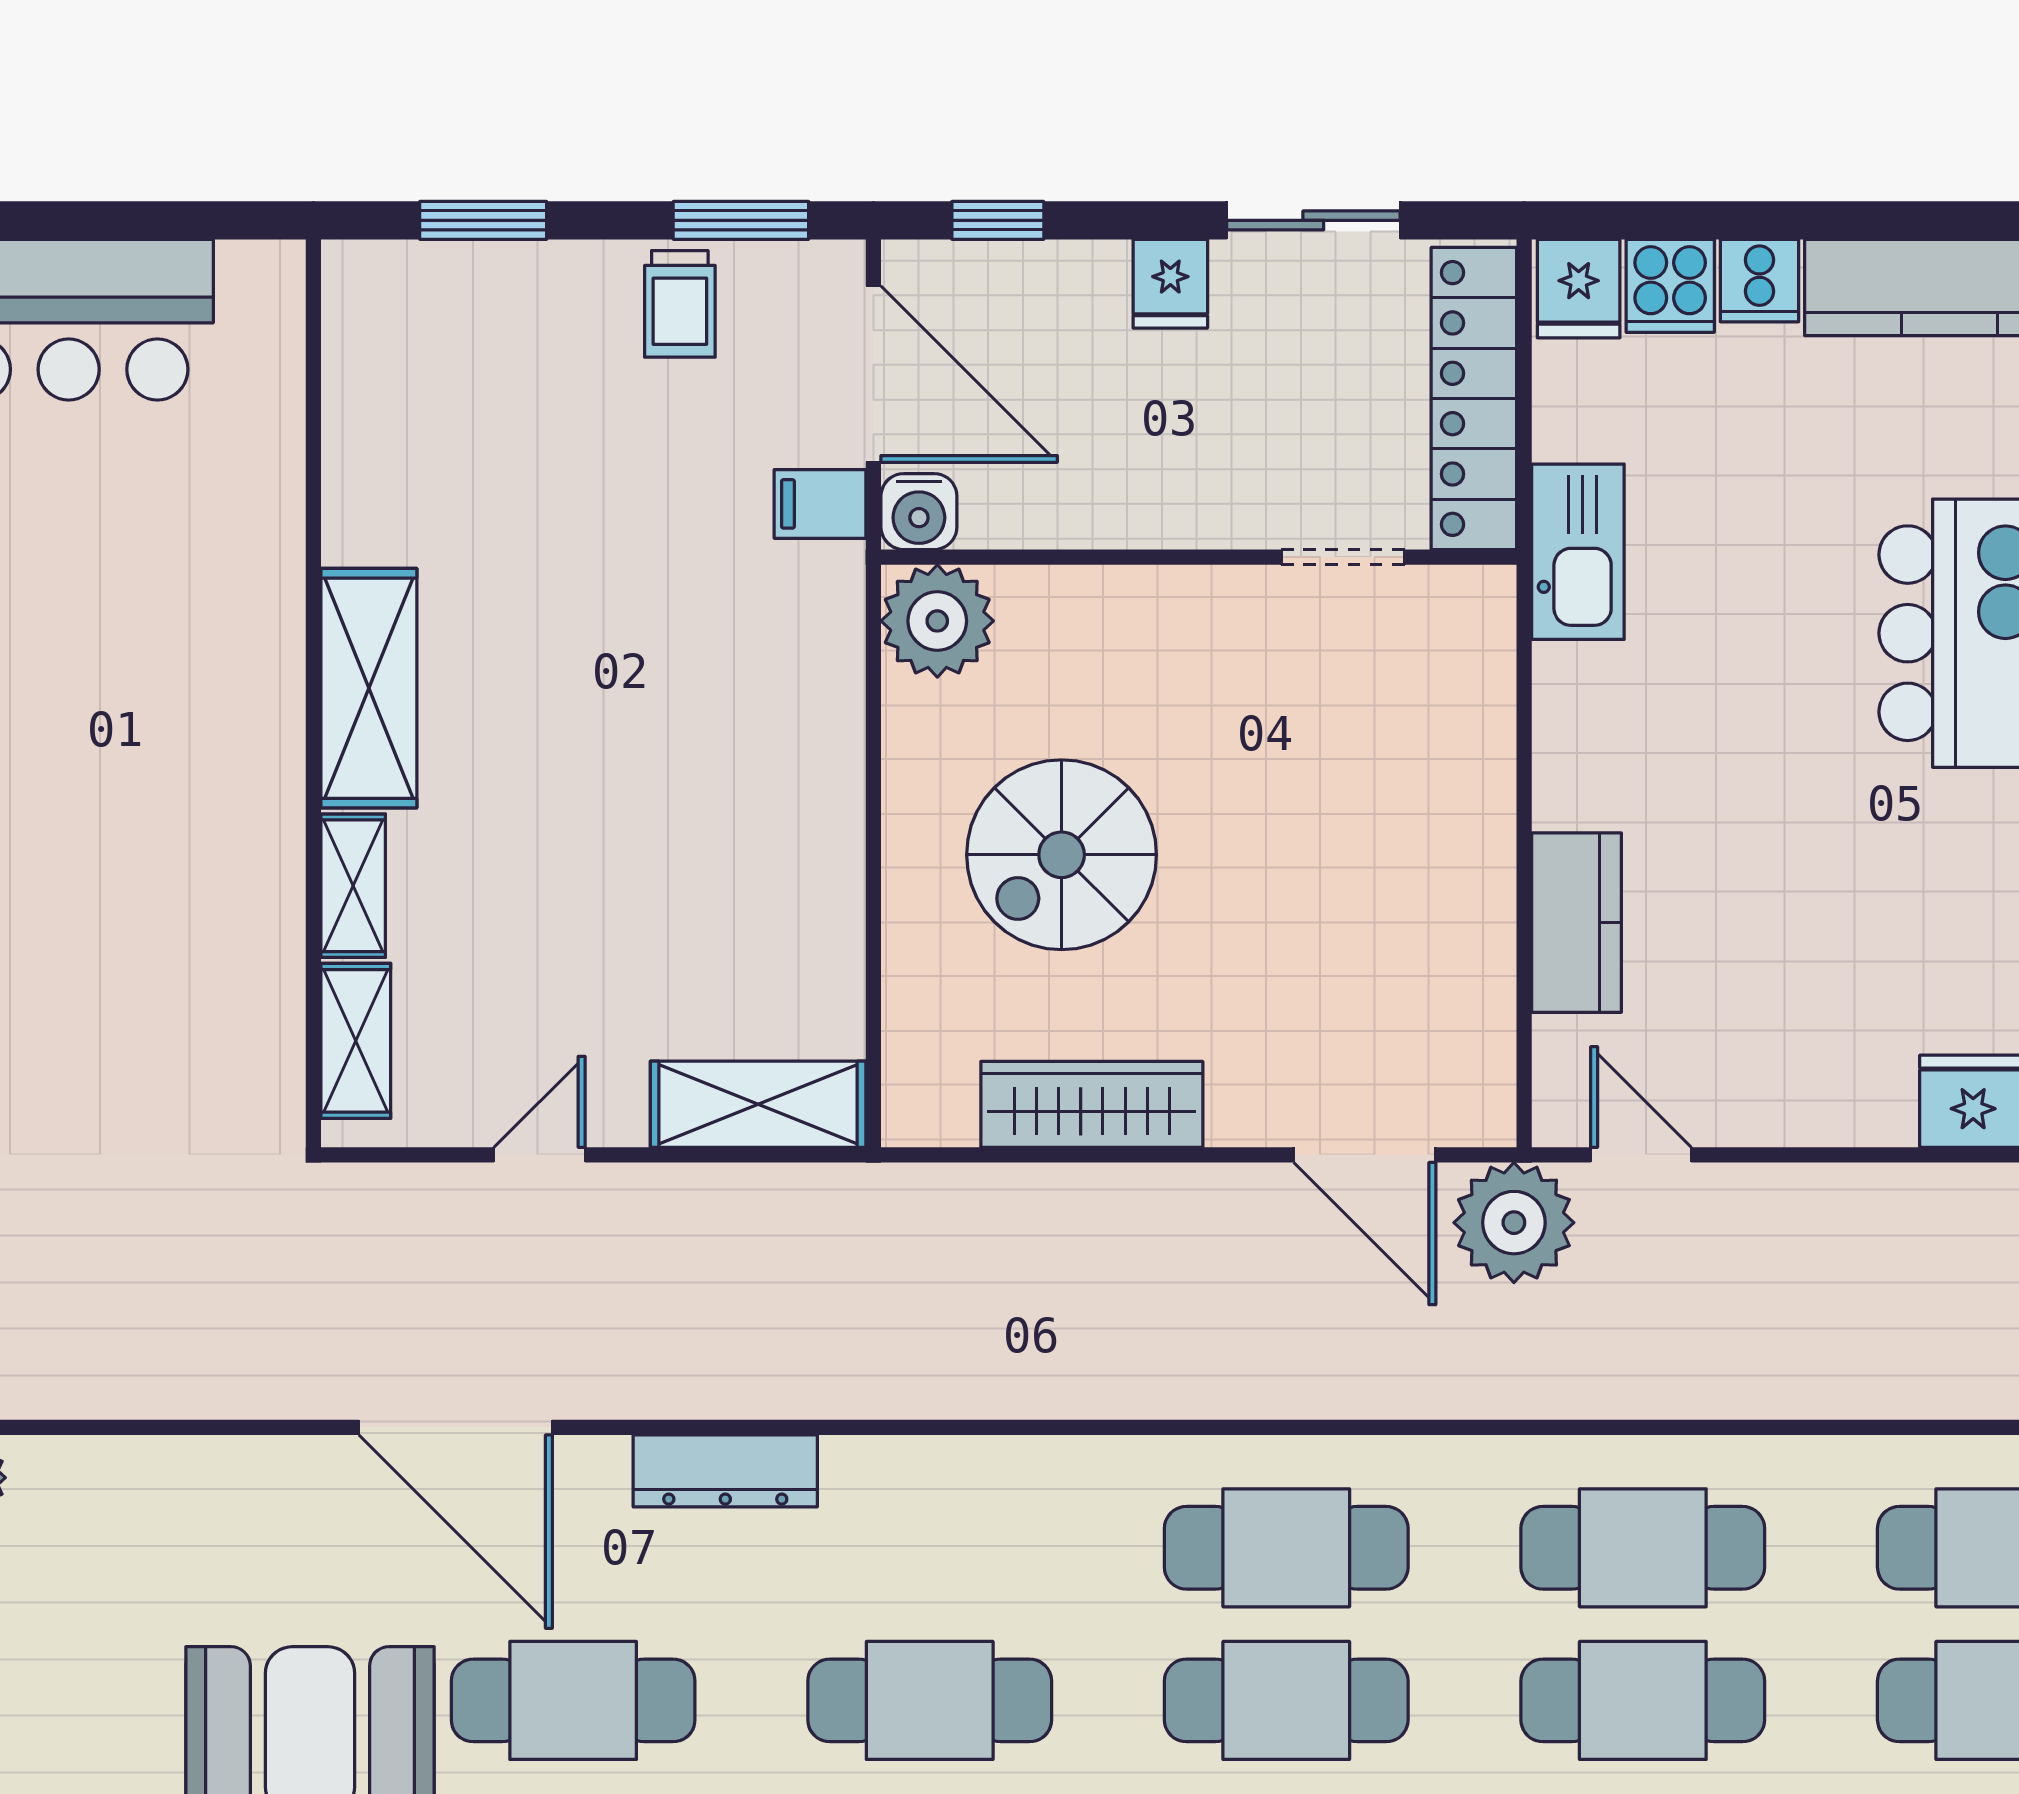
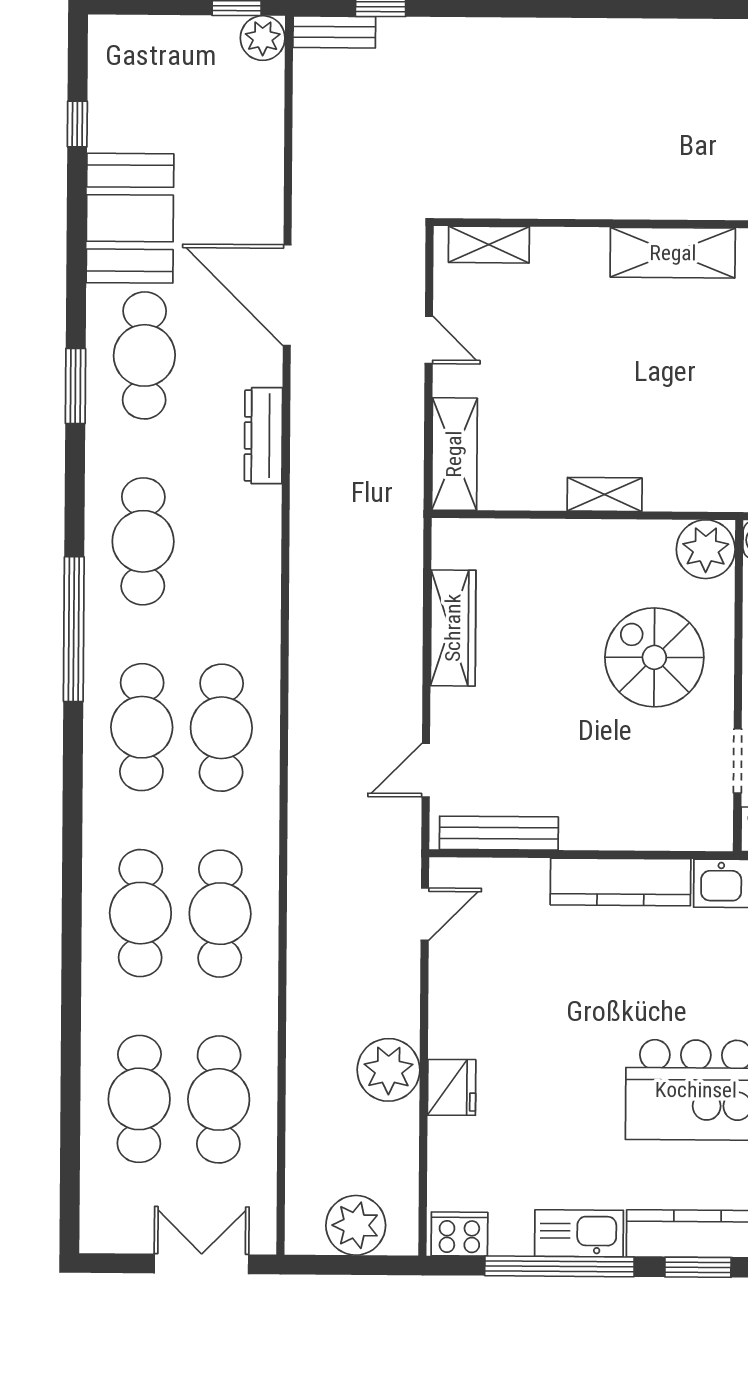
spiral stairs: (1062, 855) -> (654, 657), moved
shelving: (353, 886) -> (605, 494), moved
kitchen counter: (1577, 923) -> (620, 882), moved, width x1.50
bench: (1485, 1014) -> (499, 833), added
door: (1365, 1155) -> (426, 770), width x0.73
plant: (1514, 1223) -> (388, 1070), moved
door: (456, 1427) -> (287, 295), hinge flipped

